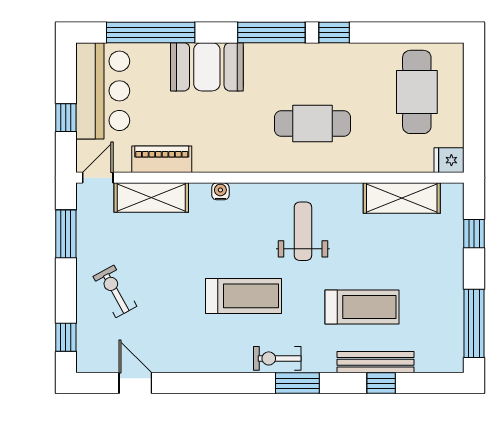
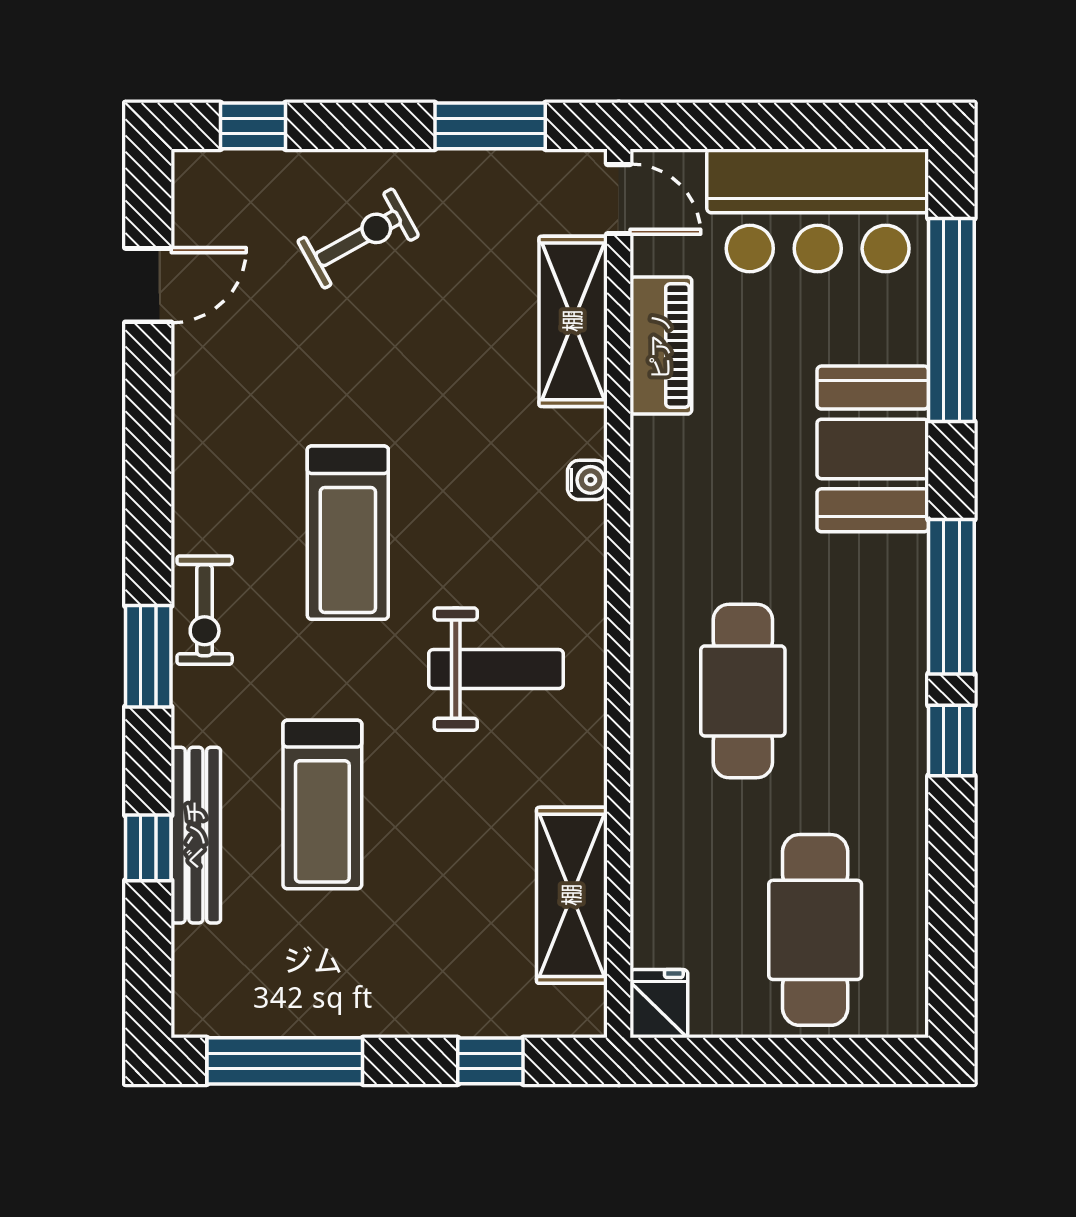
cafe table: (417, 92) -> (815, 930), turned 90
window: (66, 118) -> (756, 126), removed
exercise bike: (277, 358) -> (205, 610), turned 180

